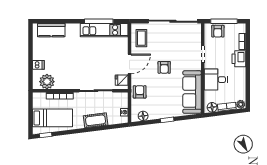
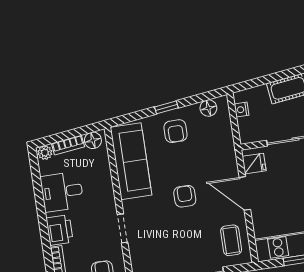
door: (130, 64) -> (245, 193), hinge flipped
desk: (216, 80) -> (62, 192), moved, turned 180
armchair: (140, 92) -> (176, 131), moved

